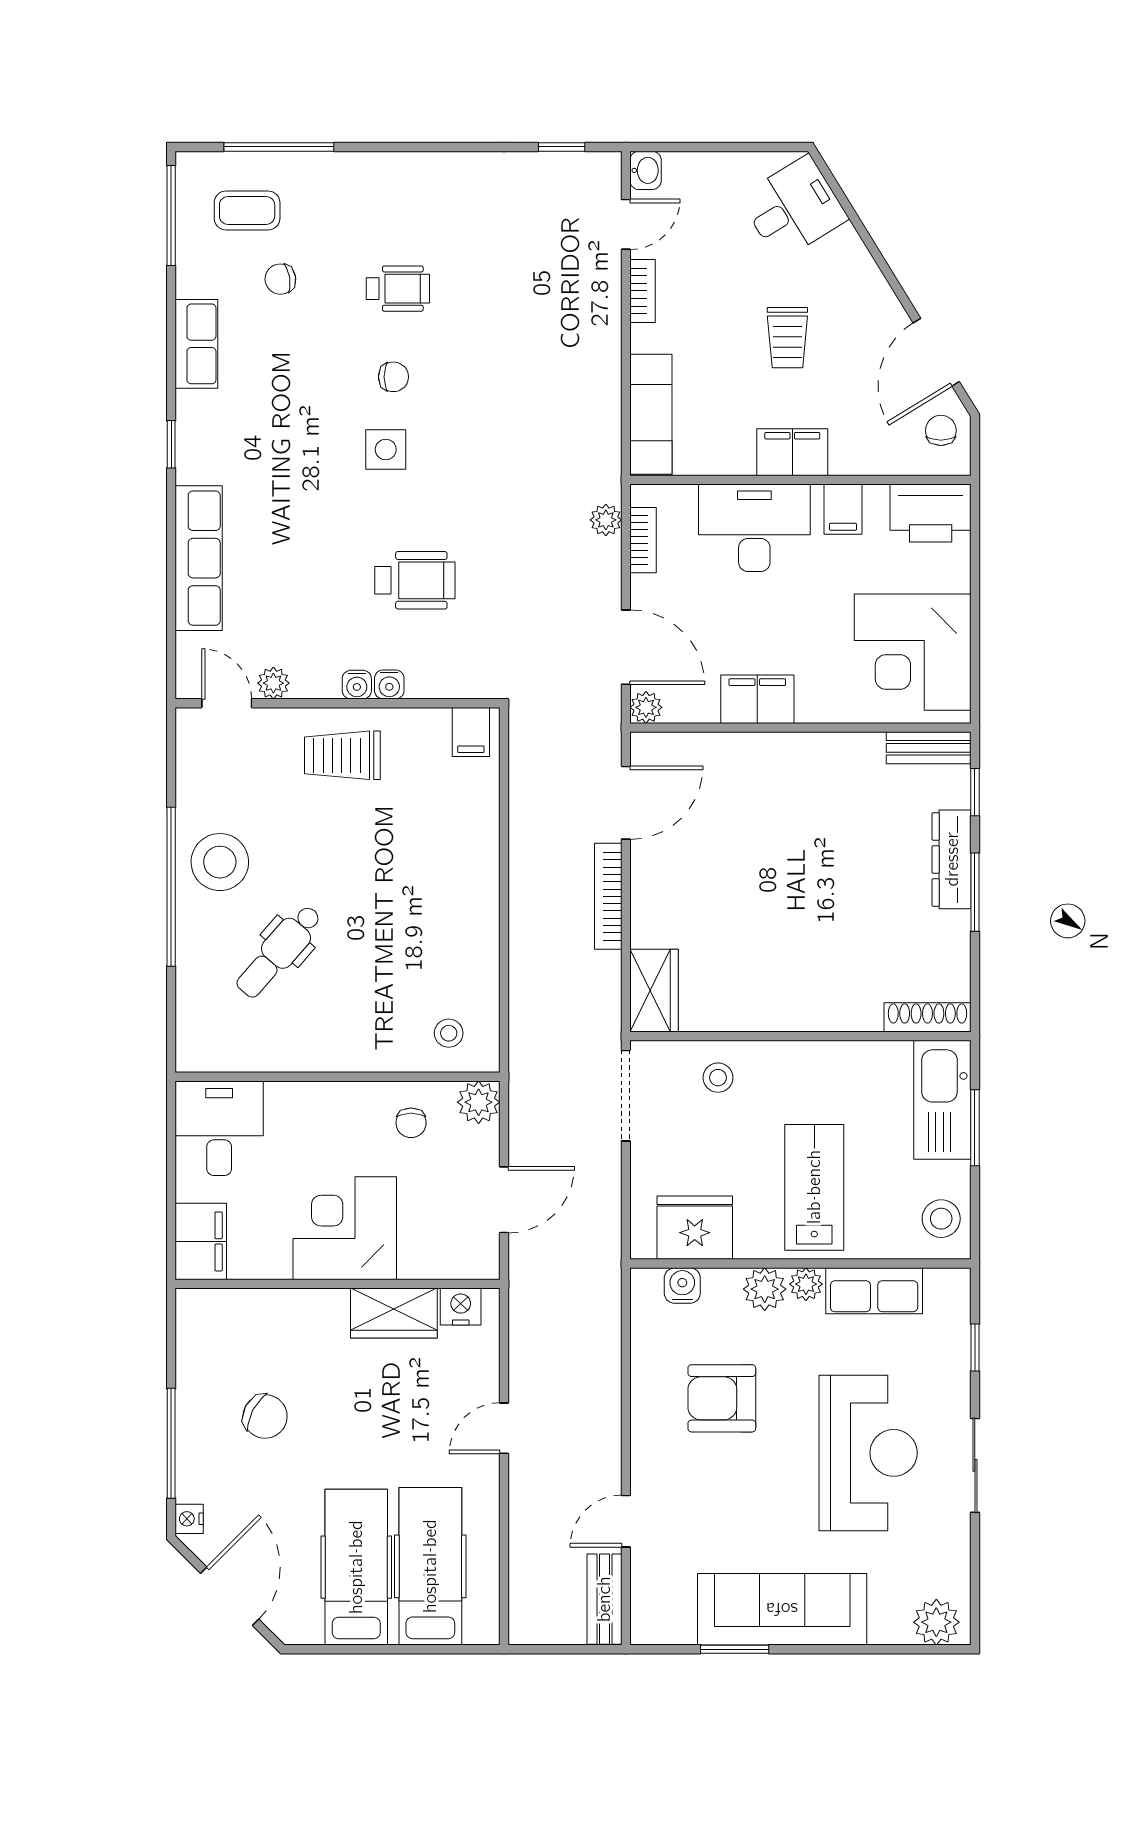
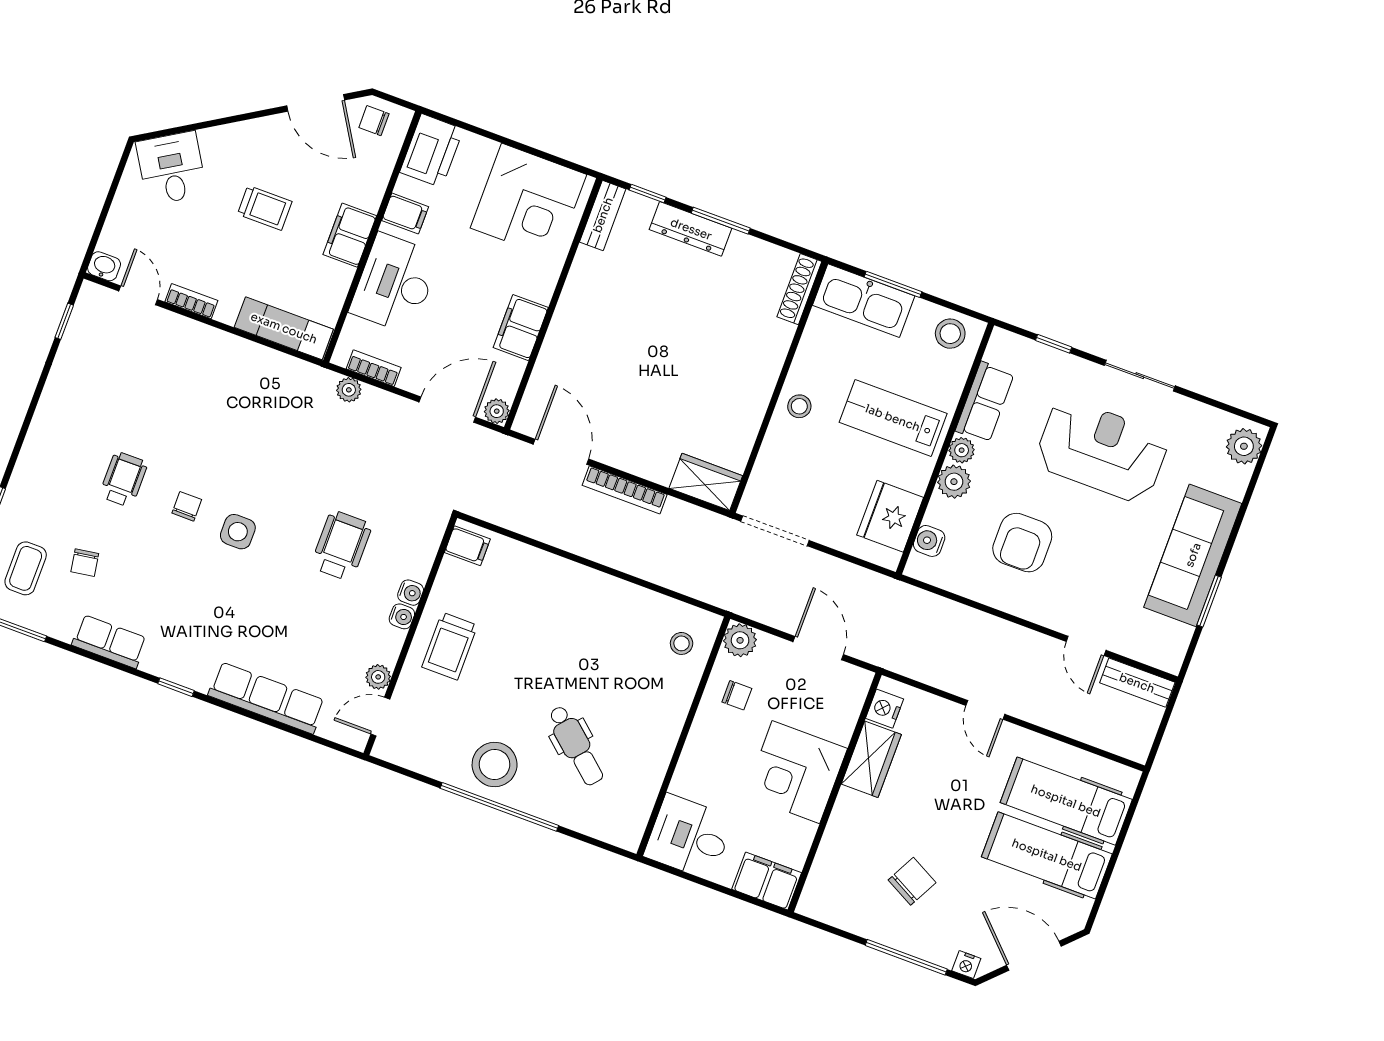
stool: (718, 1078) -> (799, 406), moved

